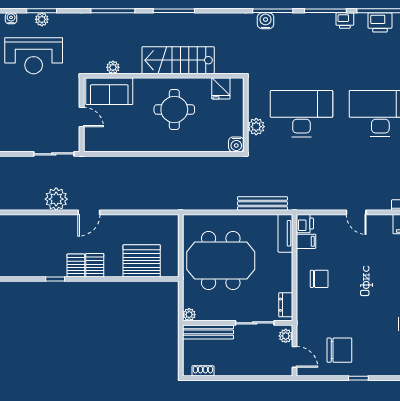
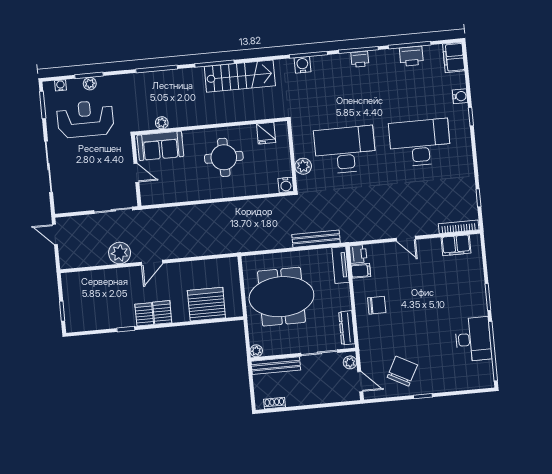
printer: (345, 21) -> (360, 59), moved
reception desk: (34, 56) -> (85, 119), turned 180
stairs: (178, 60) -> (240, 76), moved, turned 180
dresser: (286, 305) -> (347, 328), width x1.44
chair: (339, 350) -> (402, 371), turned -62

